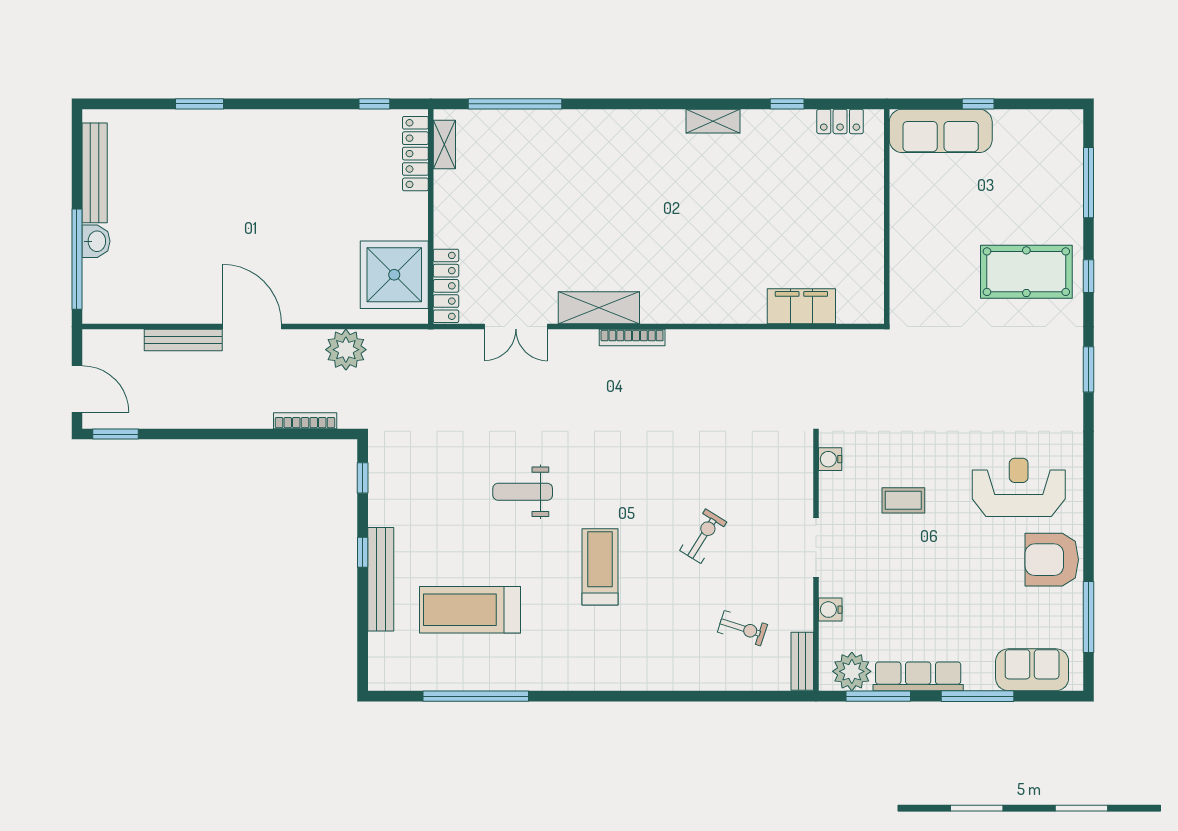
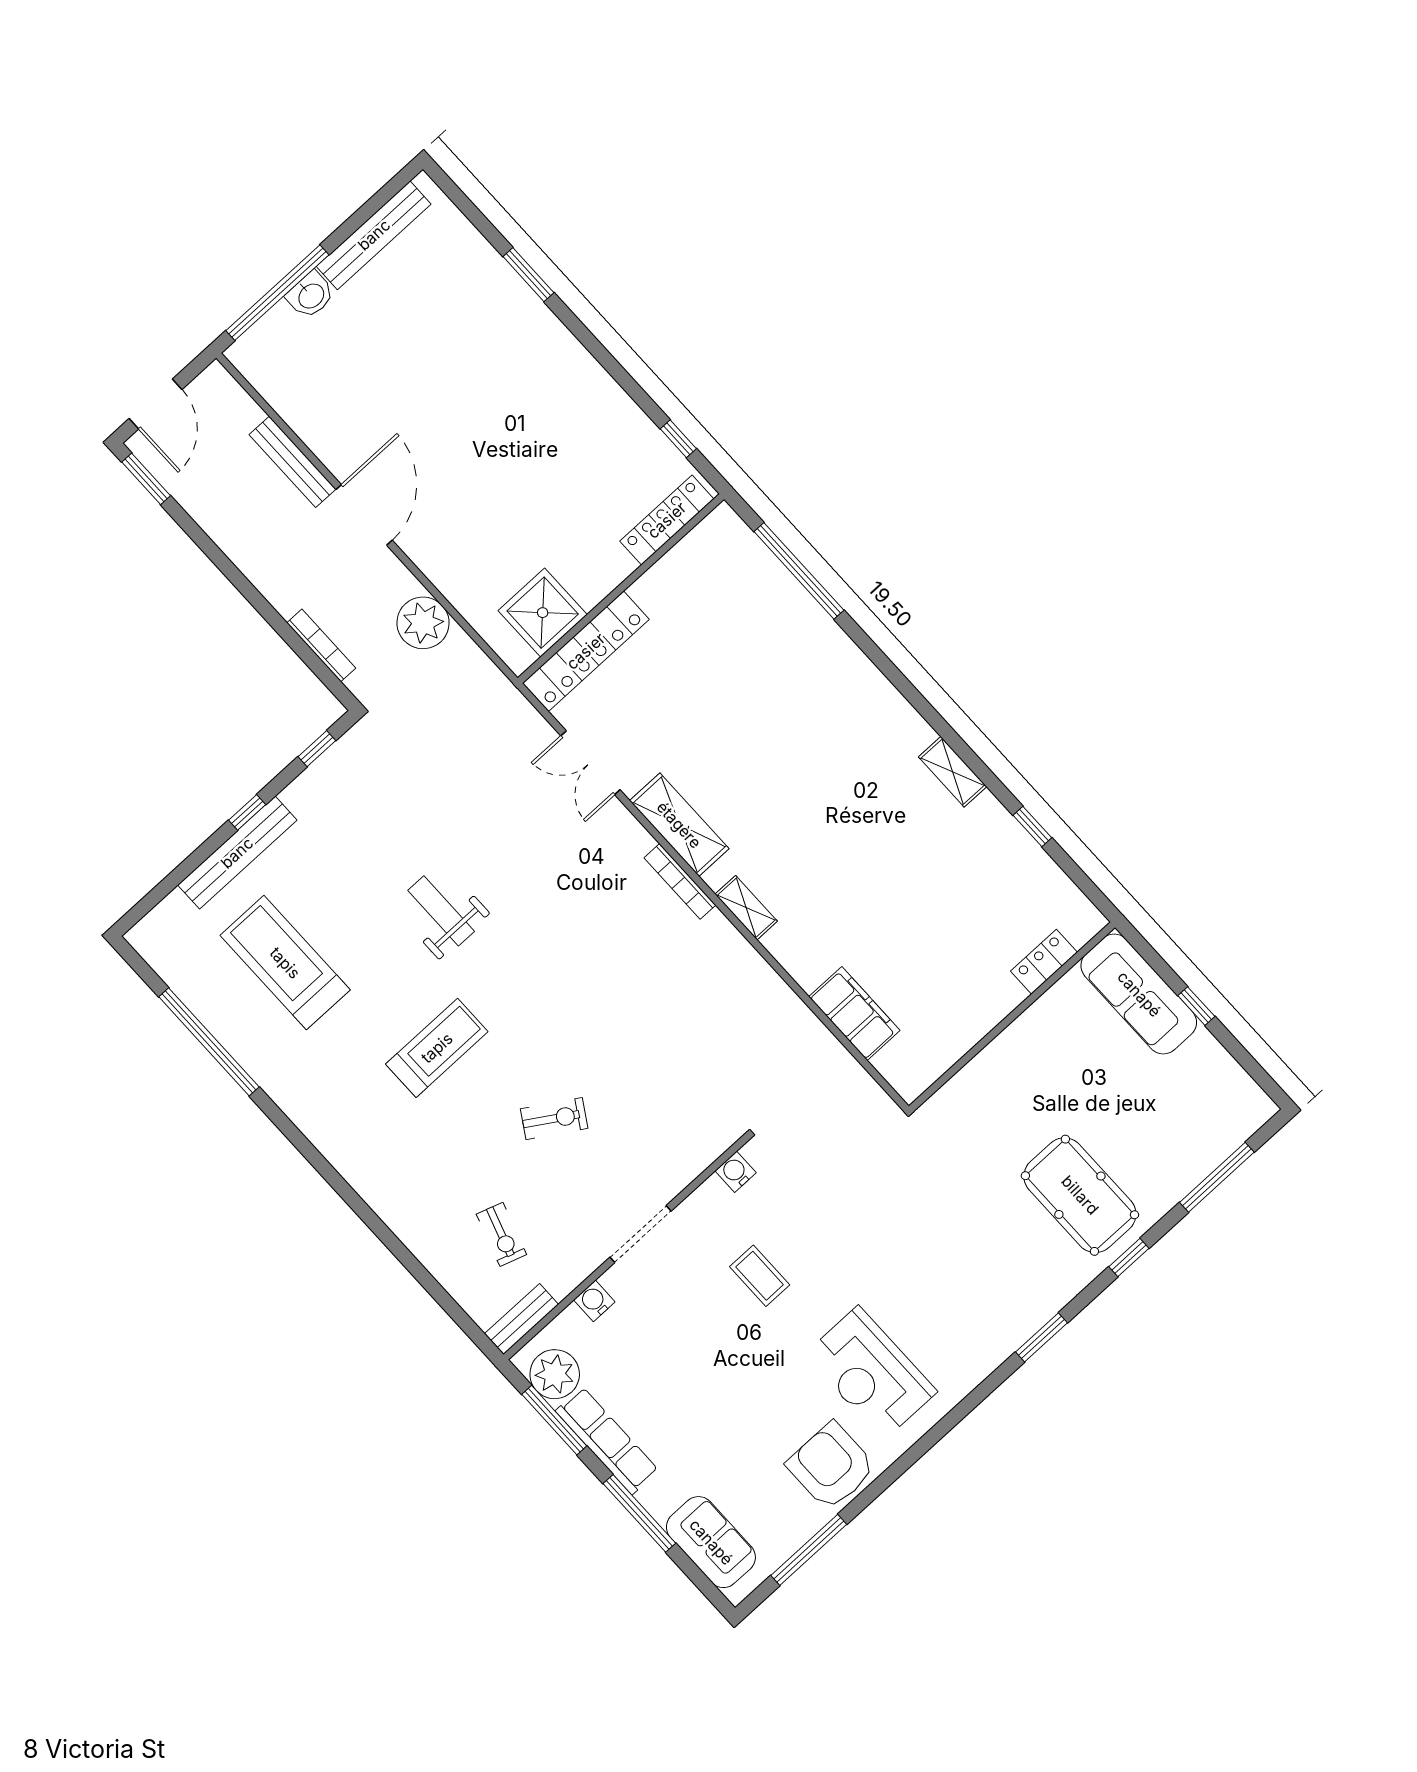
locker: (840, 121) -> (1044, 962), moved, turned 90
shelving: (444, 144) -> (746, 908), moved, turned 90
shower: (394, 275) -> (543, 613), width x0.73, depth x0.73
locker: (446, 286) -> (586, 651), width x1.41, depth x1.21
reception desk: (1019, 487) -> (871, 1373), turned 180

